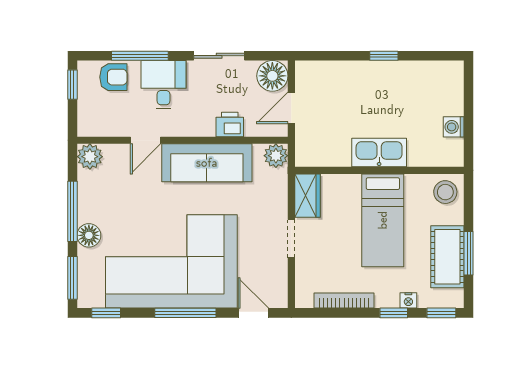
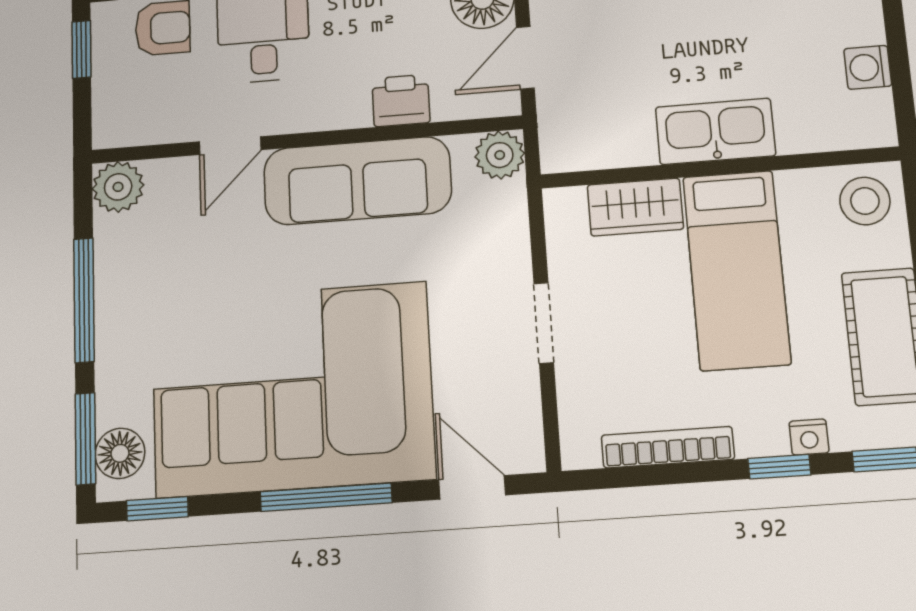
wardrobe: (307, 196) -> (635, 207), moved, turned 90
floor lamp: (89, 235) -> (120, 453), moved

